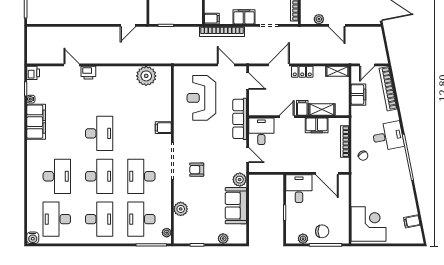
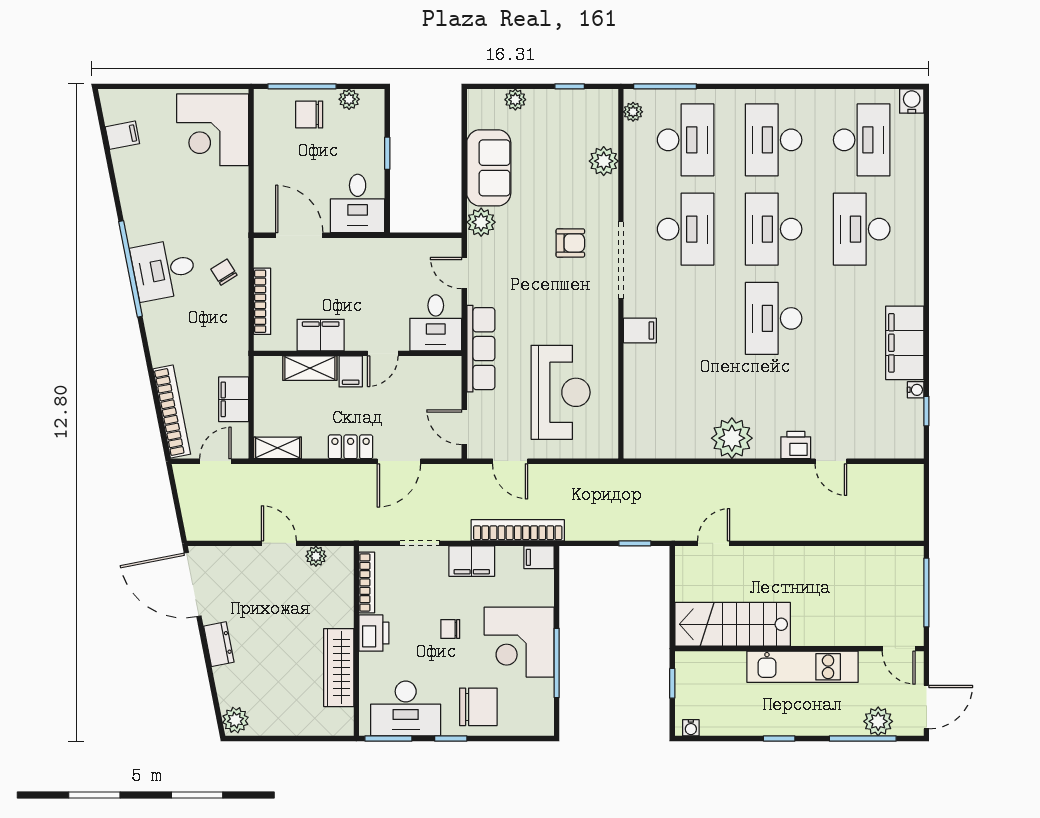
printer: (33, 73) -> (911, 444), removed
plant: (146, 76) -> (732, 438), moved
desk: (388, 136) -> (164, 270), moved

